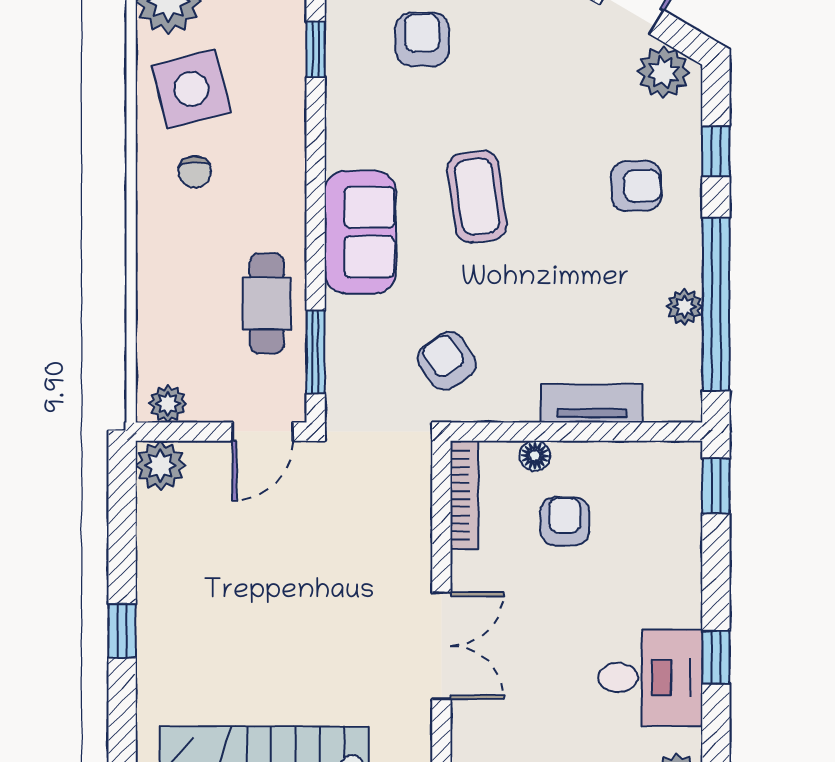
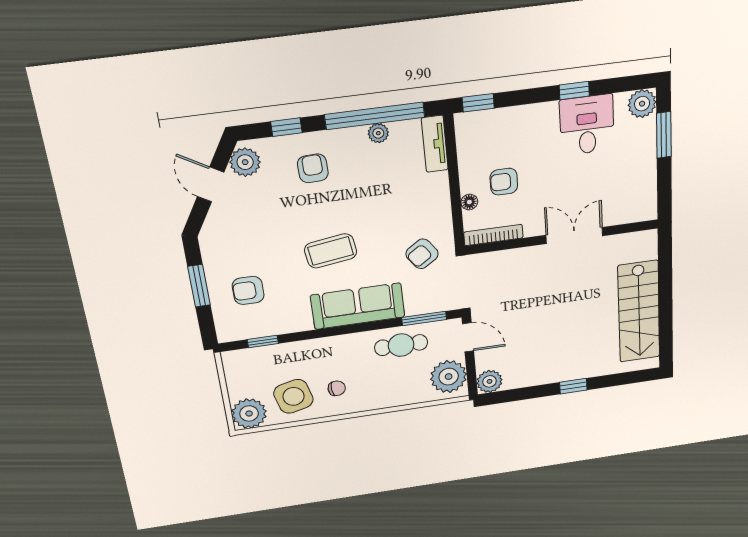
sofa: (360, 232) -> (358, 306), width x1.36
tv unit: (592, 403) -> (435, 144), moved
plant: (168, 404) -> (449, 377), width x1.87, depth x1.87

